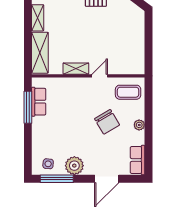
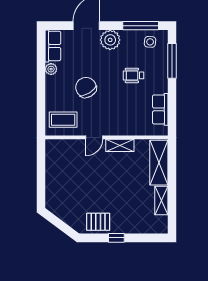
window: (28, 107) -> (172, 61), moved
plant: (139, 125) -> (51, 69), moved
wheelchair: (63, 133) -> (133, 75), added
plant: (74, 166) -> (110, 40), moved

